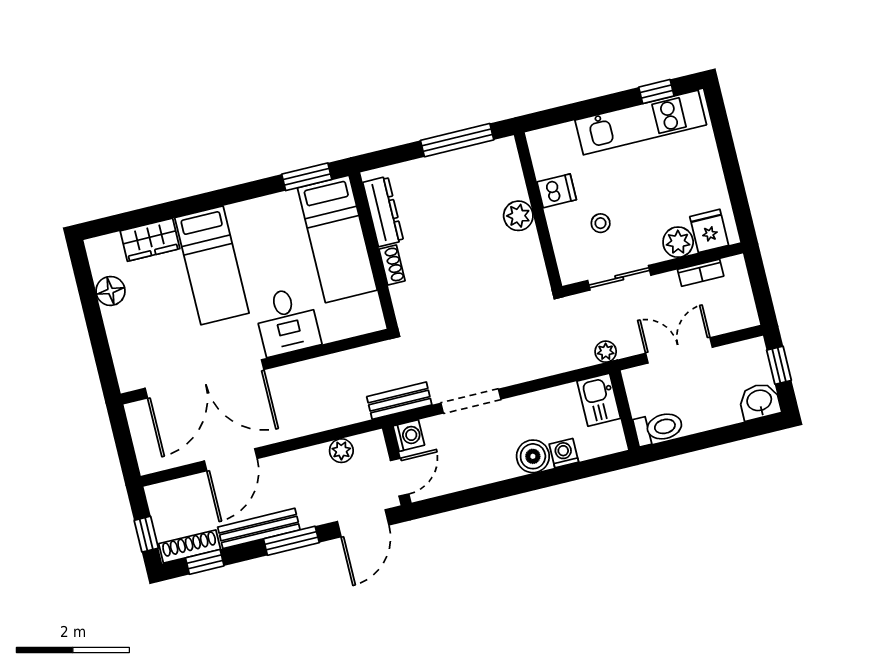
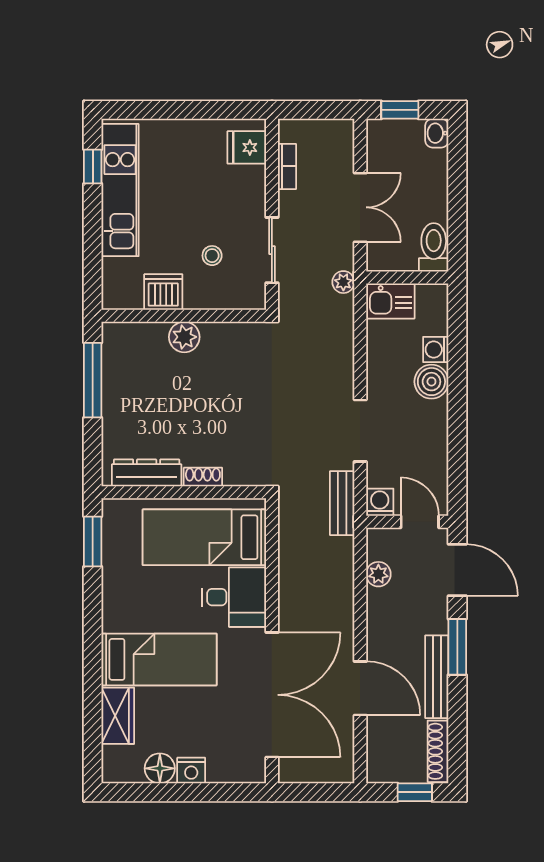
dishwasher: (557, 191) -> (163, 292), width x1.38
bed: (337, 239) -> (204, 537), moved, turned 180
plant: (678, 242) -> (250, 182), removed
nightstand: (116, 321) -> (191, 771), added
double door: (679, 350) -> (360, 207), swing flipped
washbasin: (759, 401) -> (437, 133), width x0.72, depth x0.69
window: (205, 562) -> (457, 740), removed

